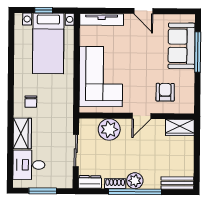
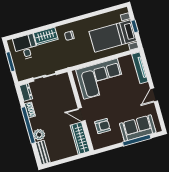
wardrobe: (180, 127) -> (80, 138), width x1.50
plant: (109, 129) -> (66, 95), removed
plant: (135, 181) -> (39, 135), moved

